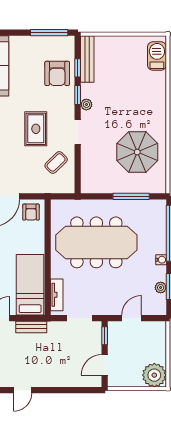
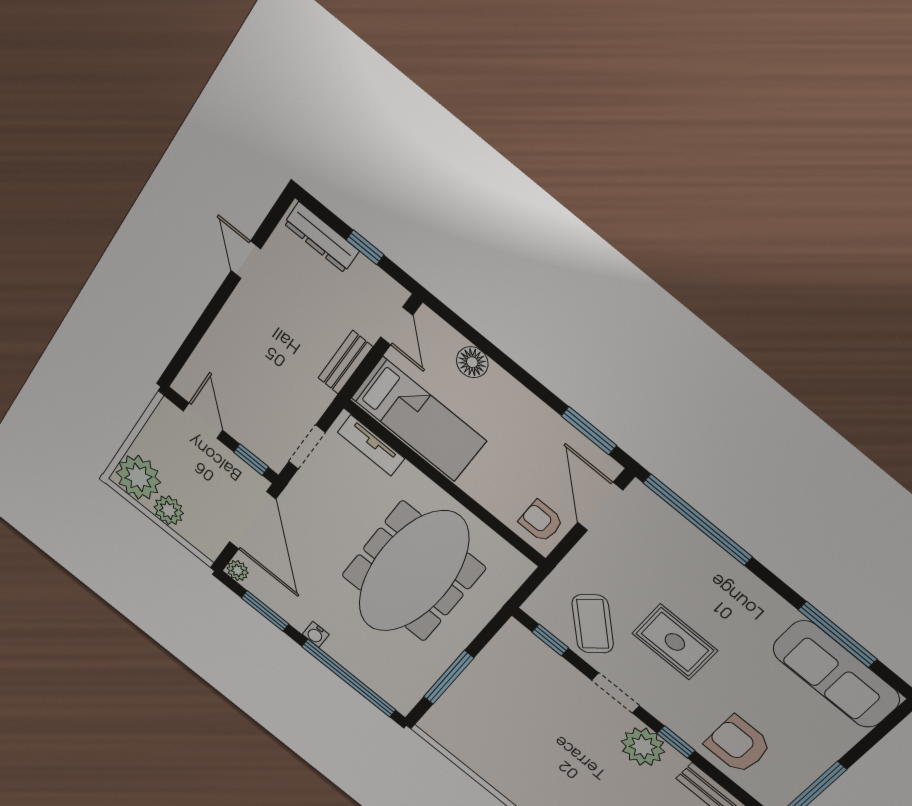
window: (78, 68) -> (550, 640), moved
plant: (86, 105) -> (643, 747), width x1.88, depth x1.88
parasol: (137, 152) -> (512, 742), removed
coffee table: (56, 162) -> (593, 624), width x1.36, depth x1.30
plant: (161, 288) -> (238, 570), moved
door: (132, 318) -> (253, 520), width x1.87
plant: (158, 354) -> (169, 510), added

